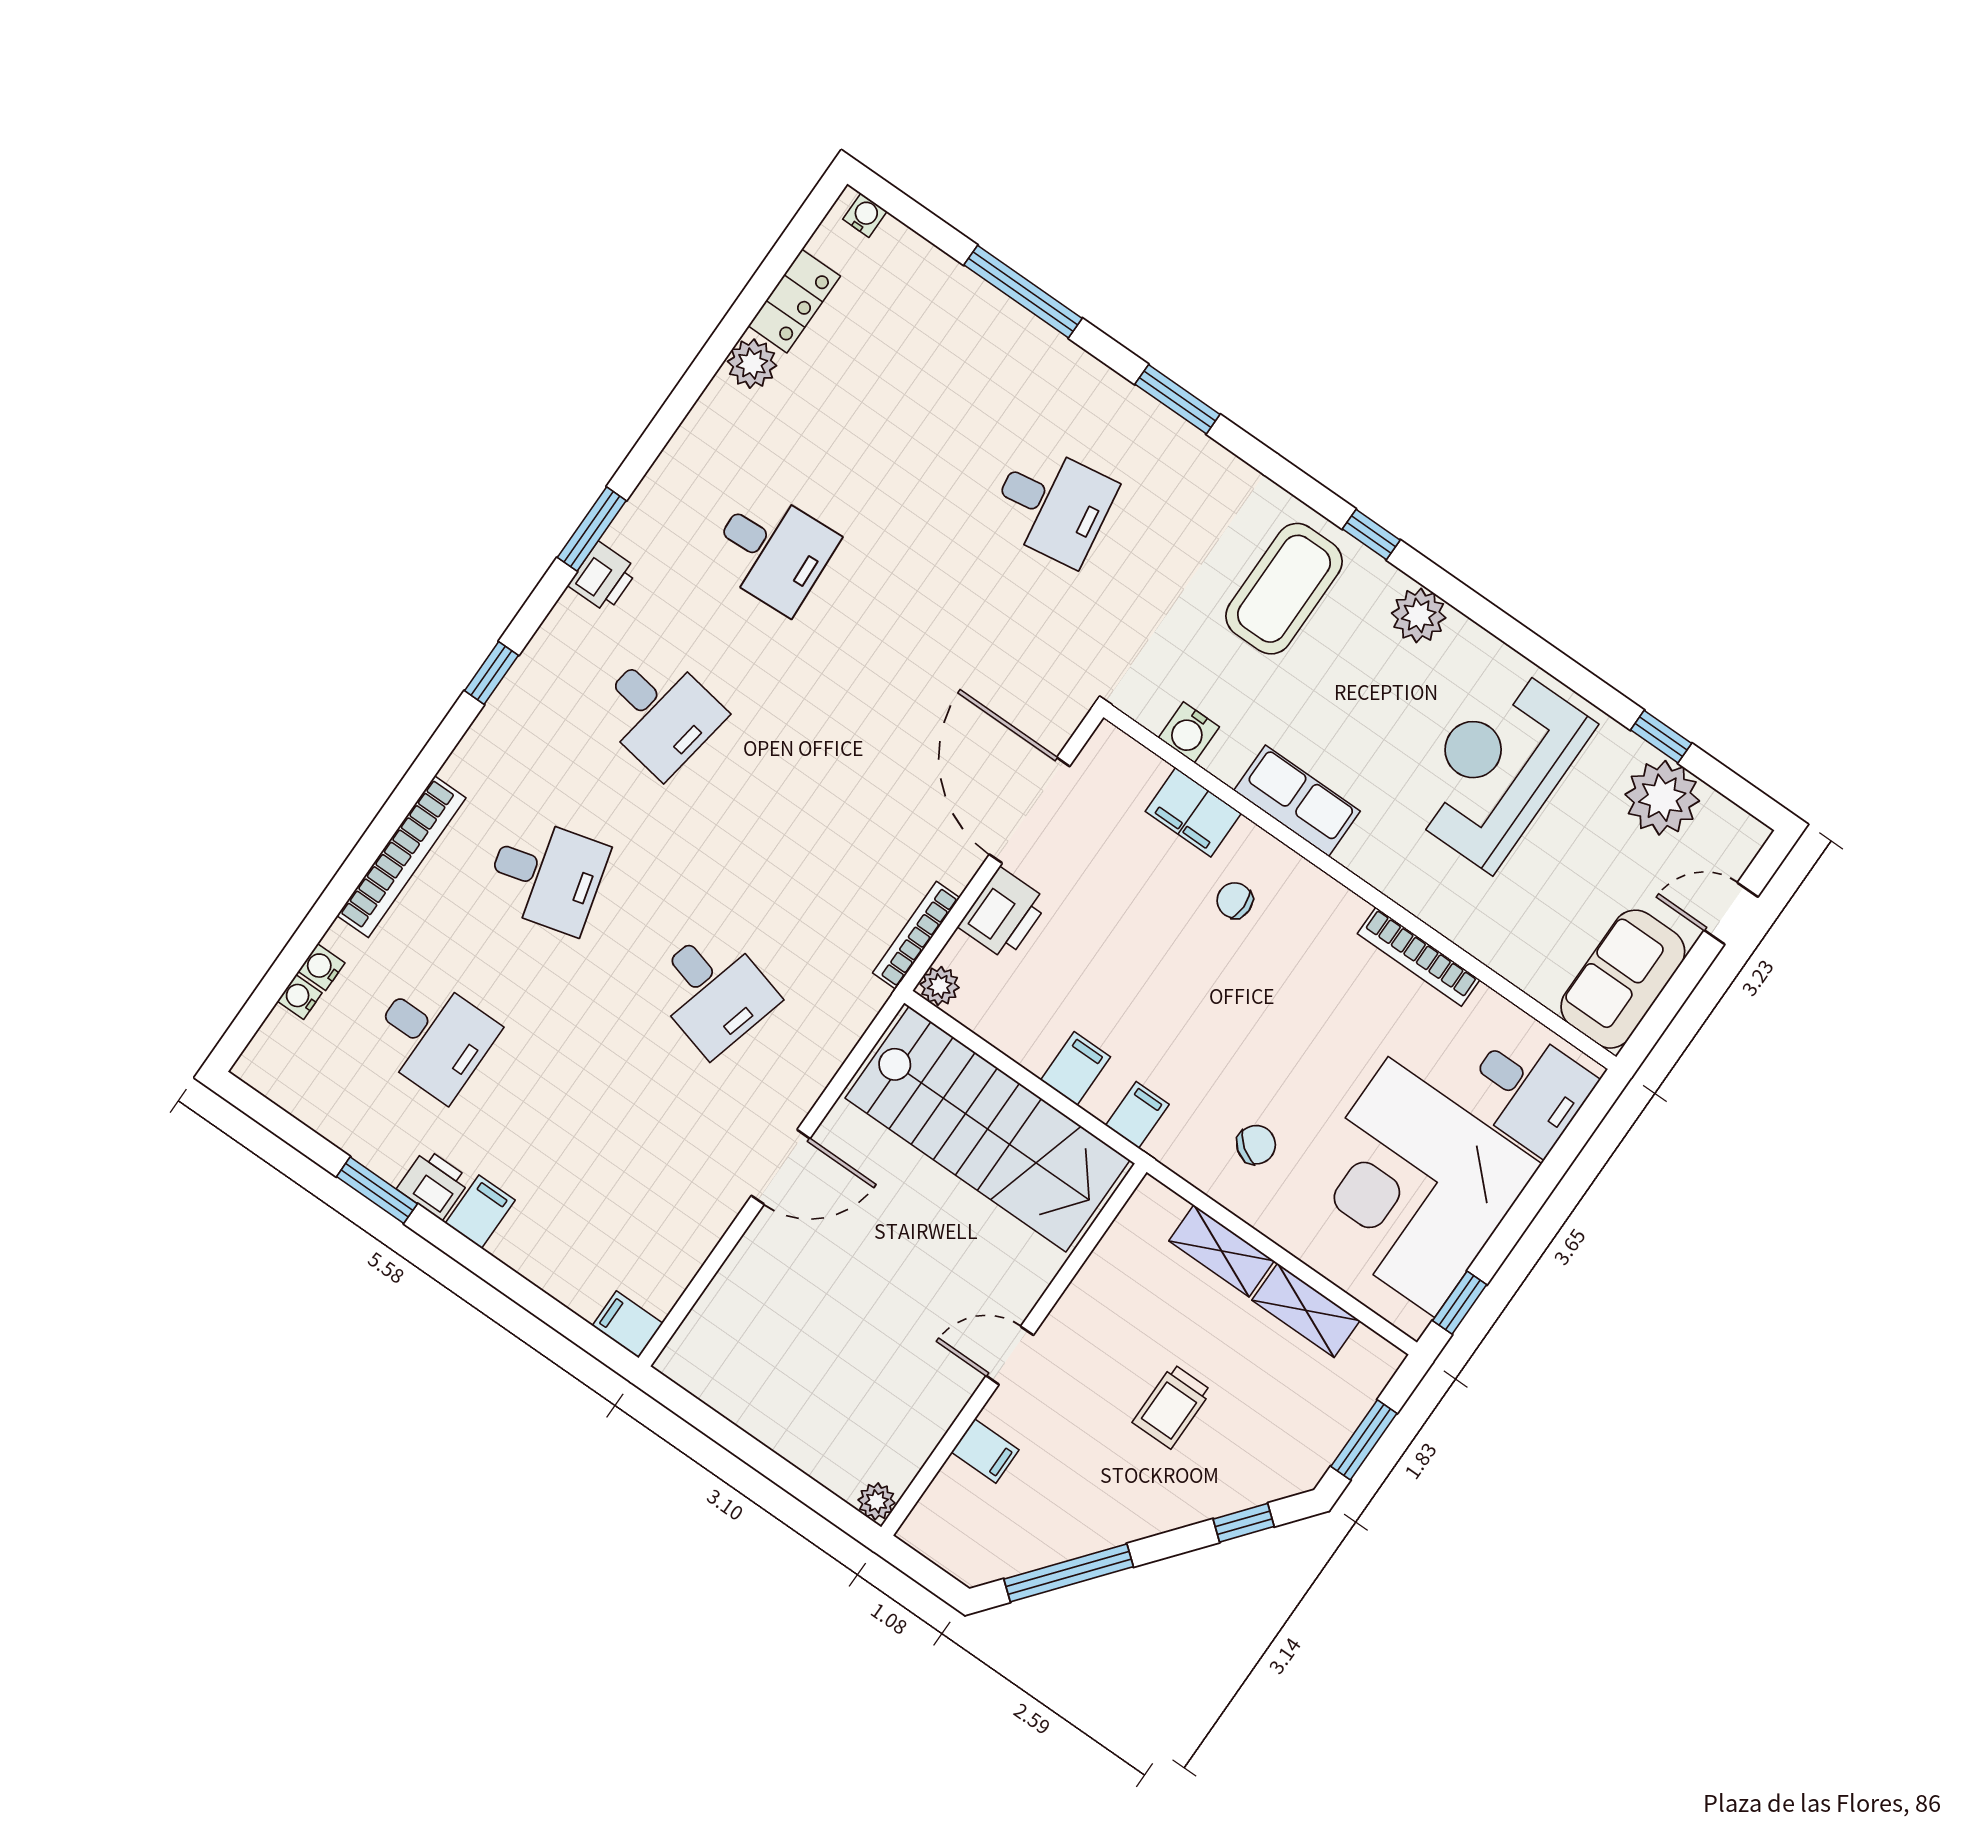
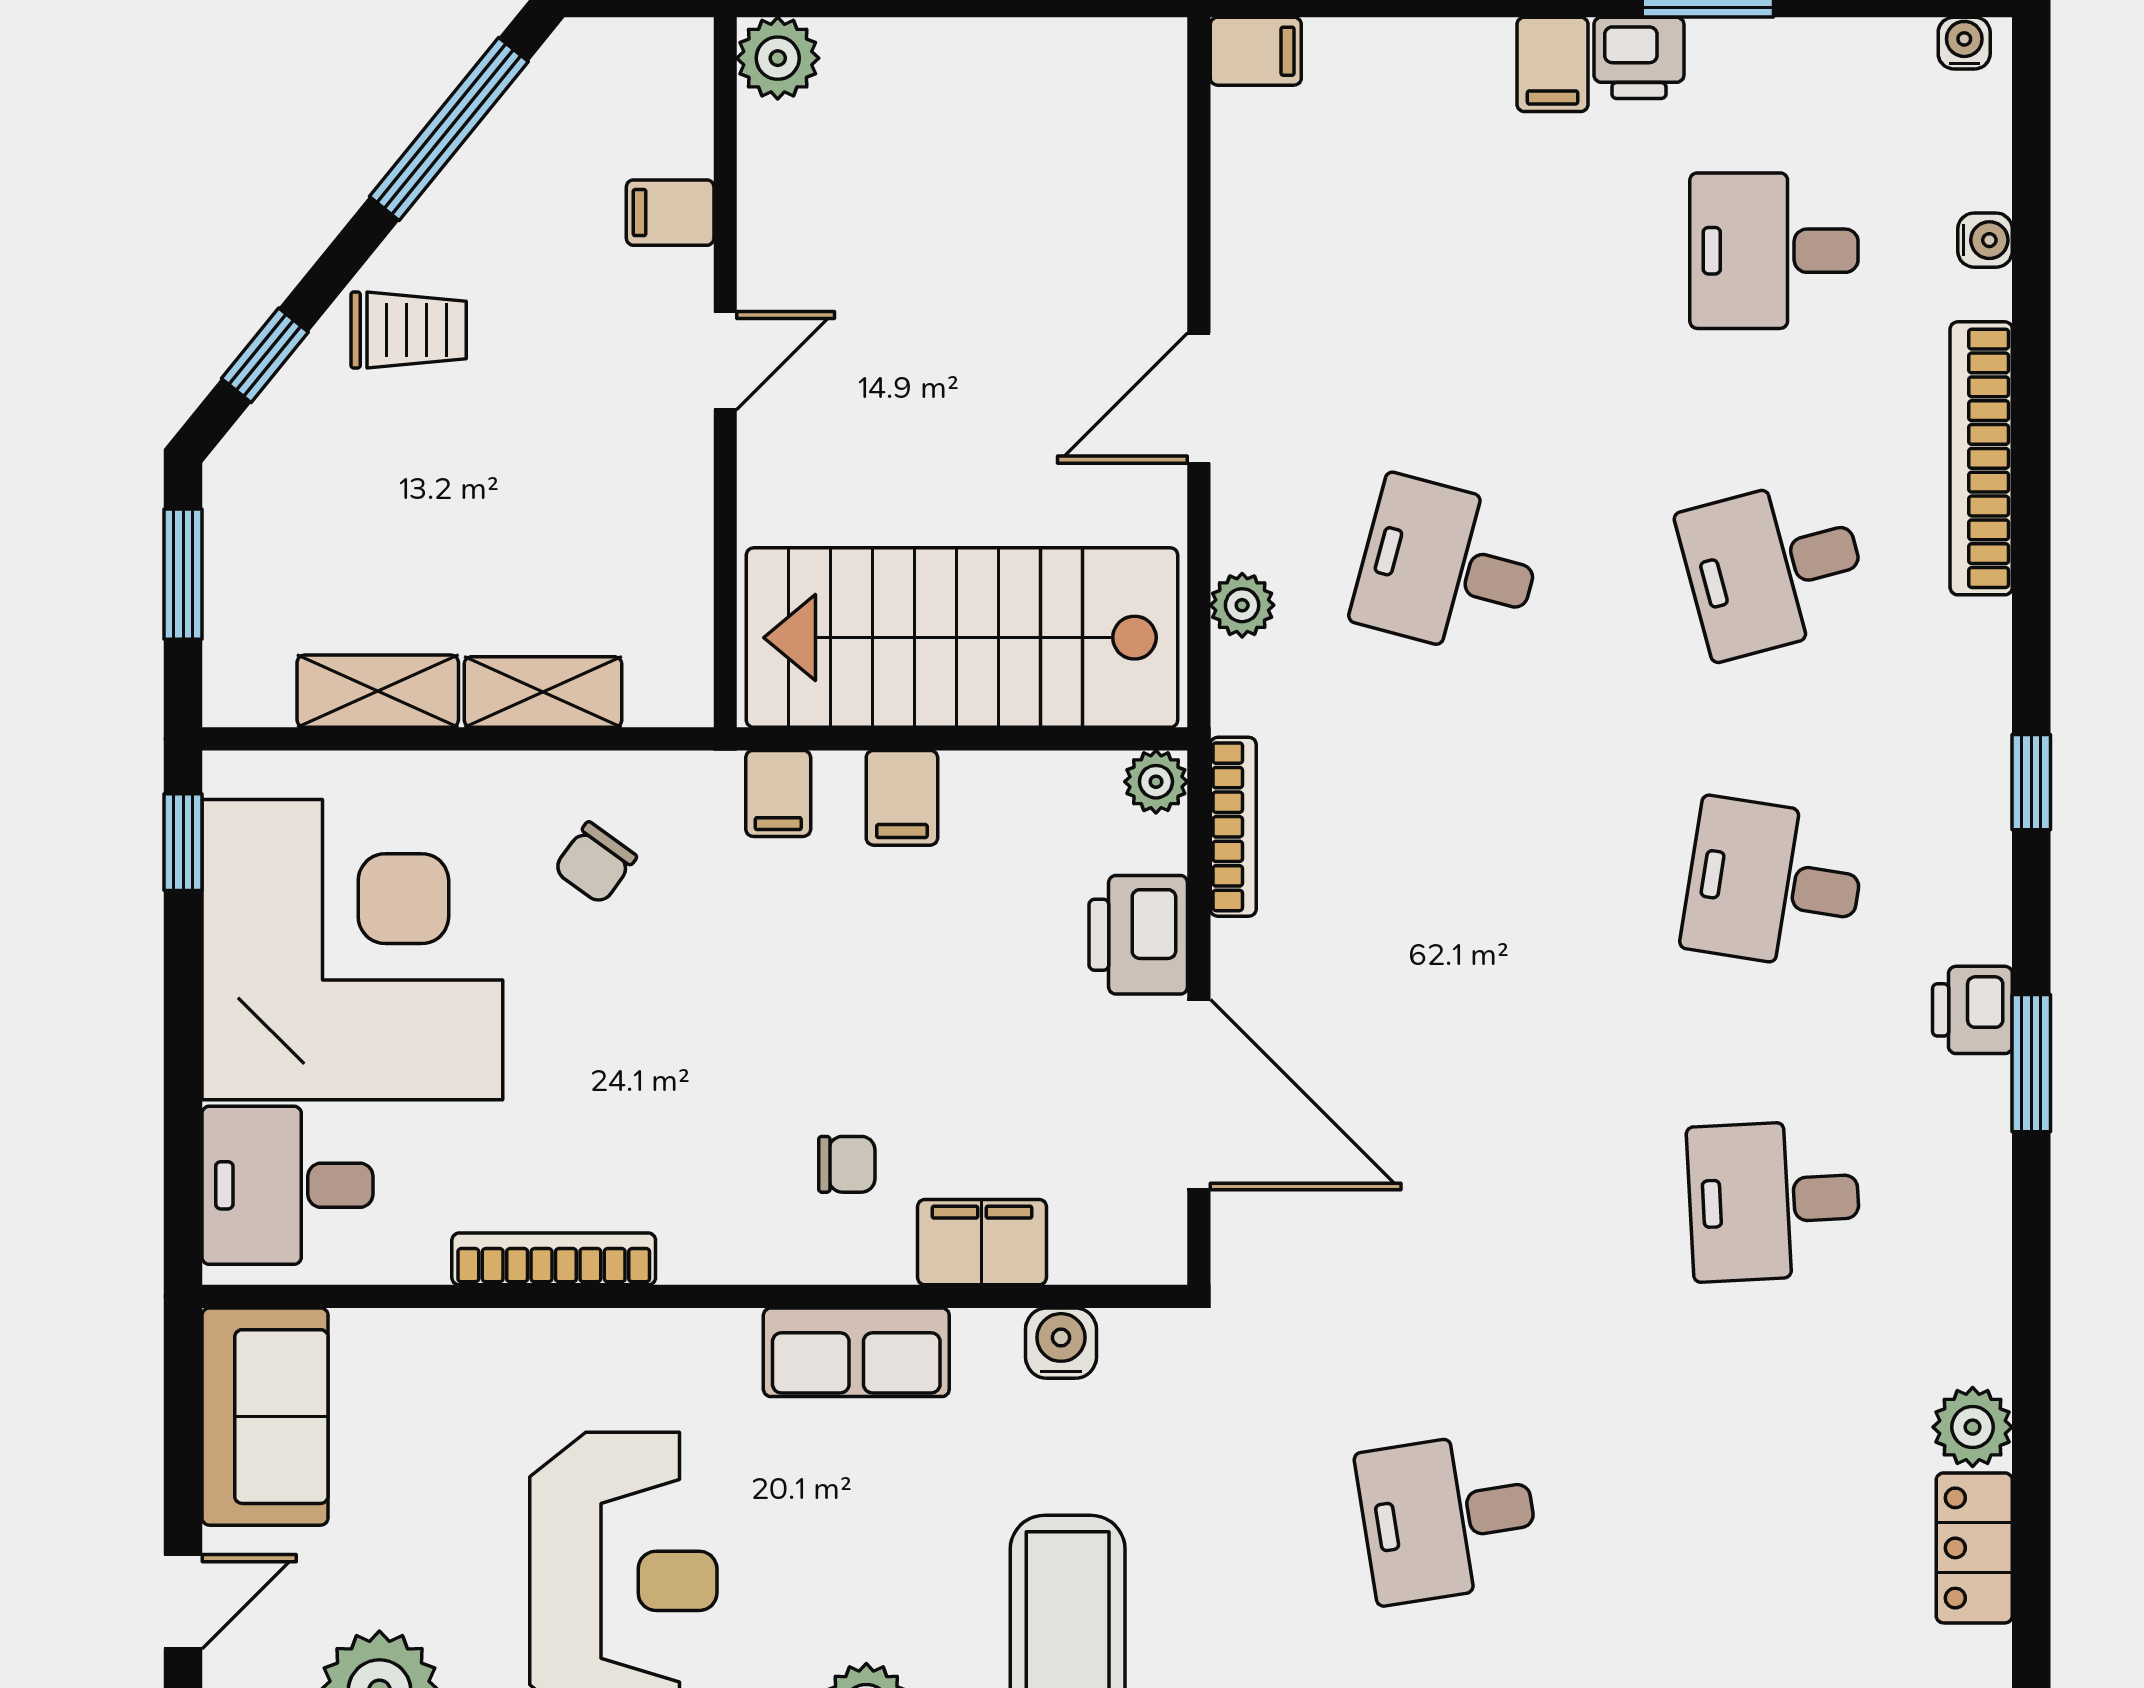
water cooler: (300, 997) -> (1964, 43), moved, turned -90
plant: (832, 1046) -> (1242, 605), added
trolley: (1172, 1406) -> (409, 330), moved, turned 90
plant: (877, 1501) -> (778, 58), width x1.38, depth x1.38

